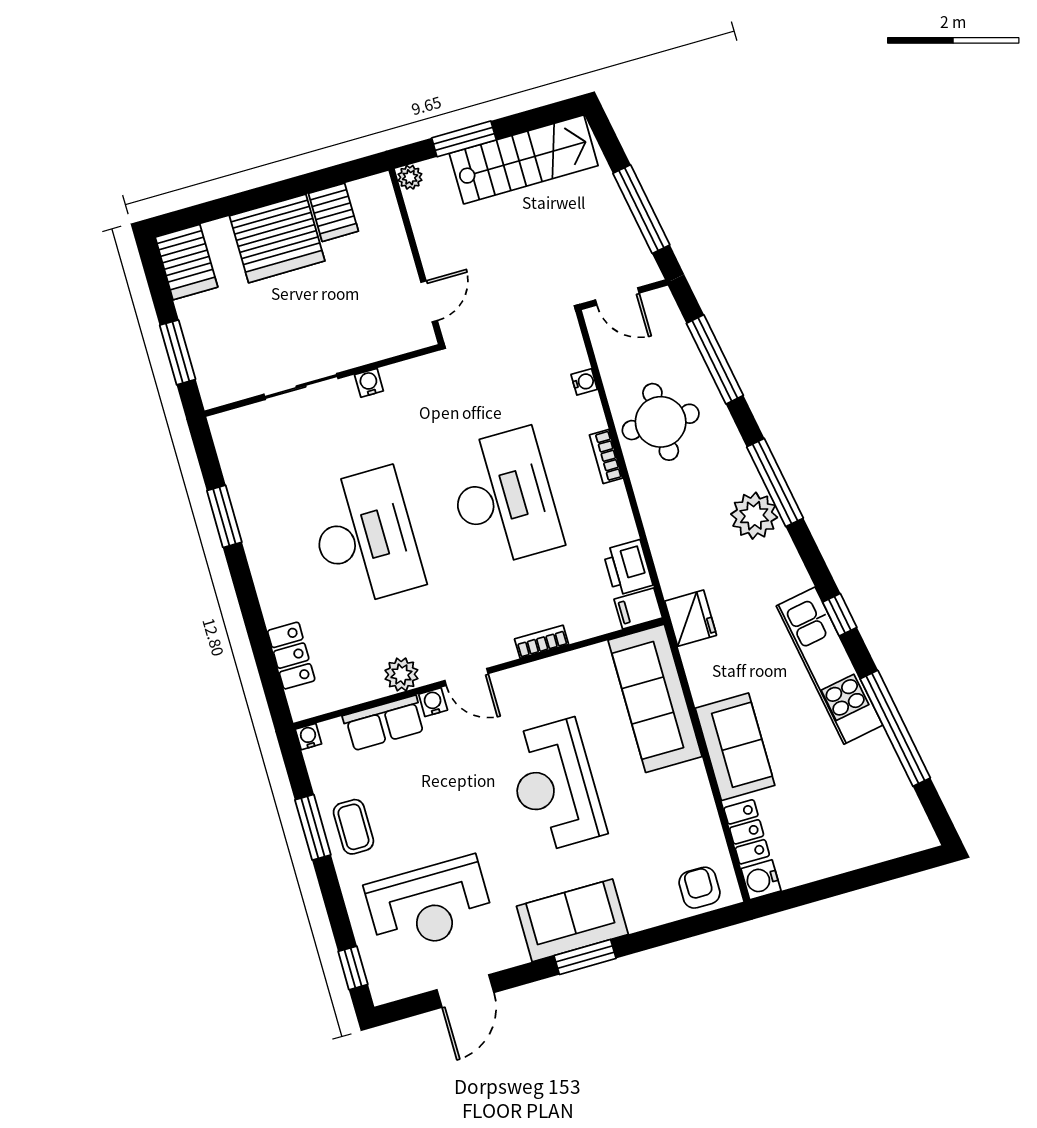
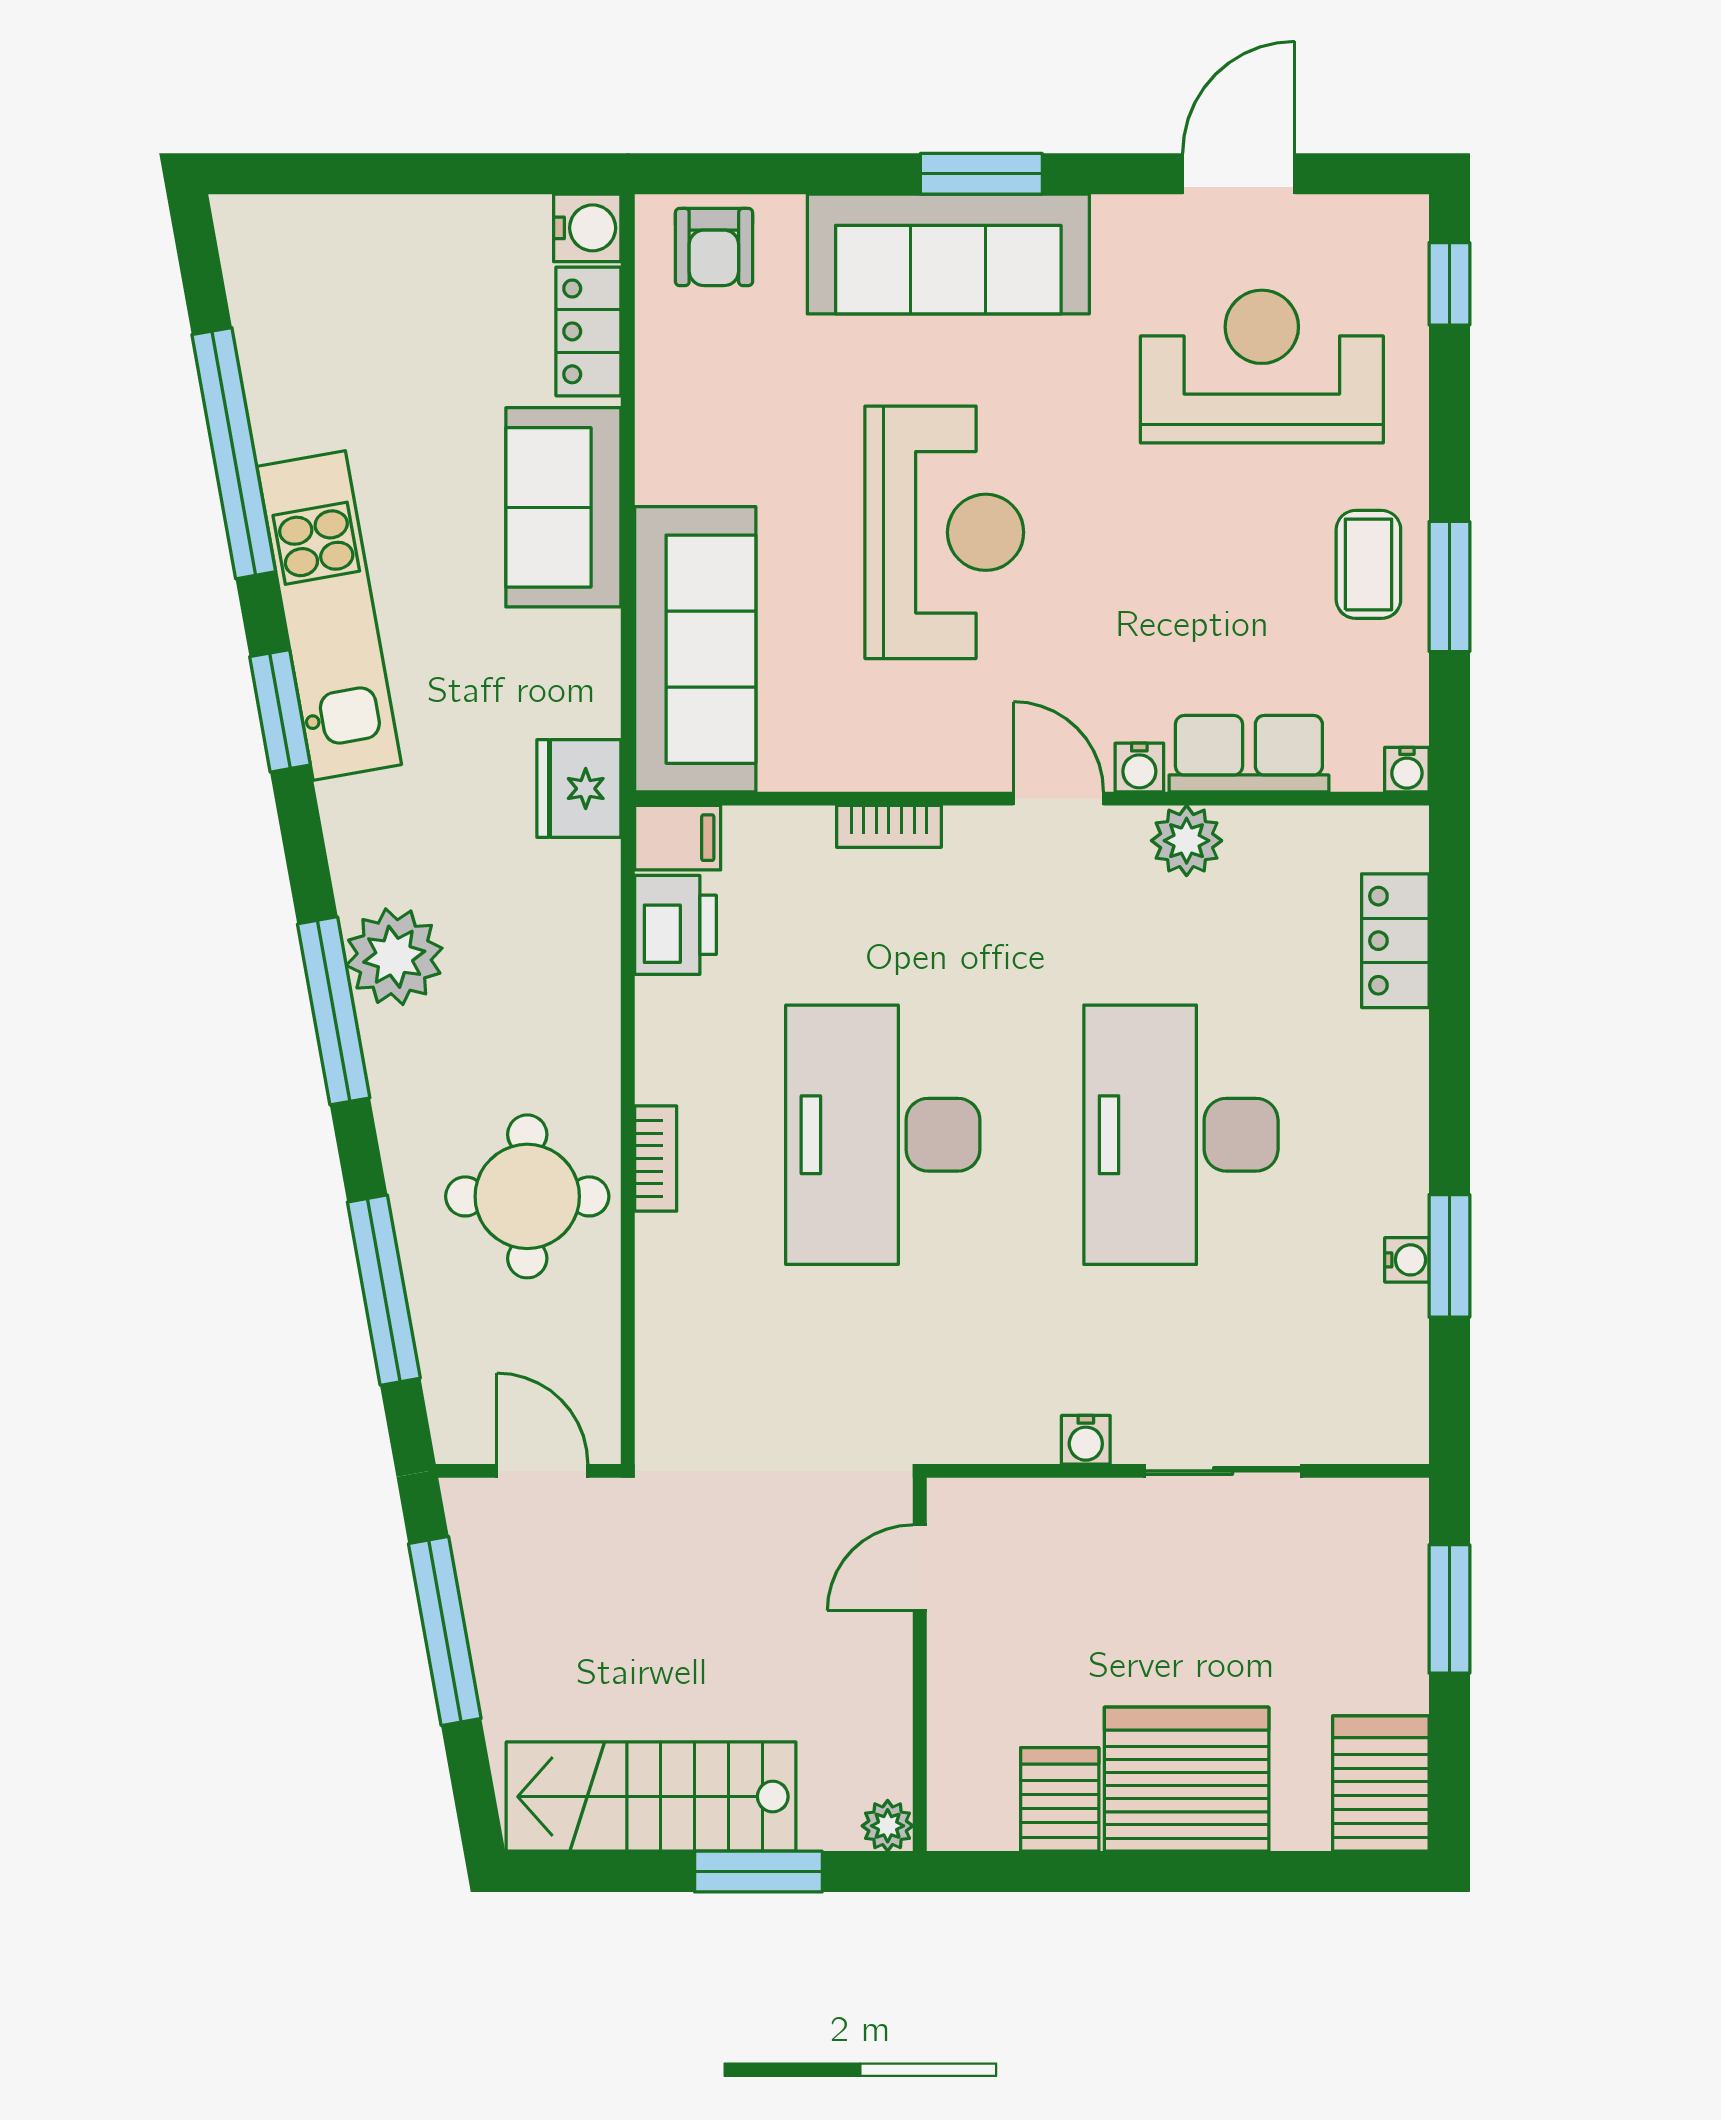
water cooler: (584, 382) -> (1407, 1260), moved, turned 180
window: (840, 615) -> (280, 711), width x1.50
sofa: (572, 920) -> (948, 254), width x1.36

